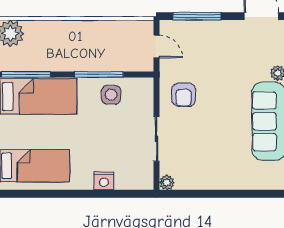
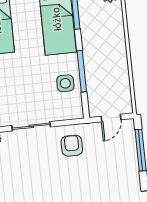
armchair: (184, 95) -> (72, 146), turned 90

